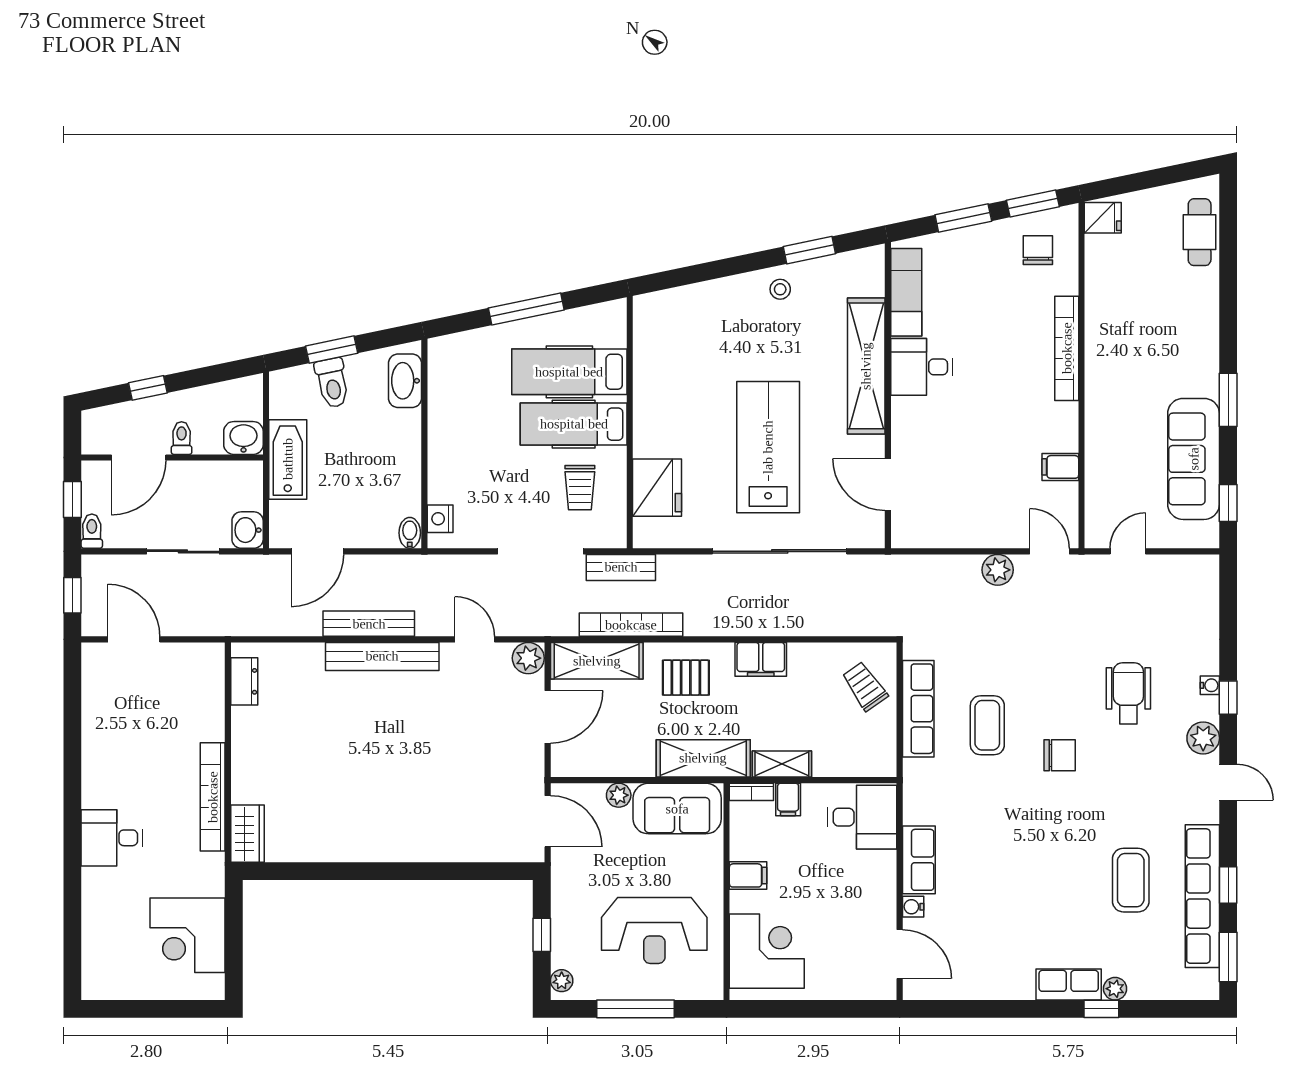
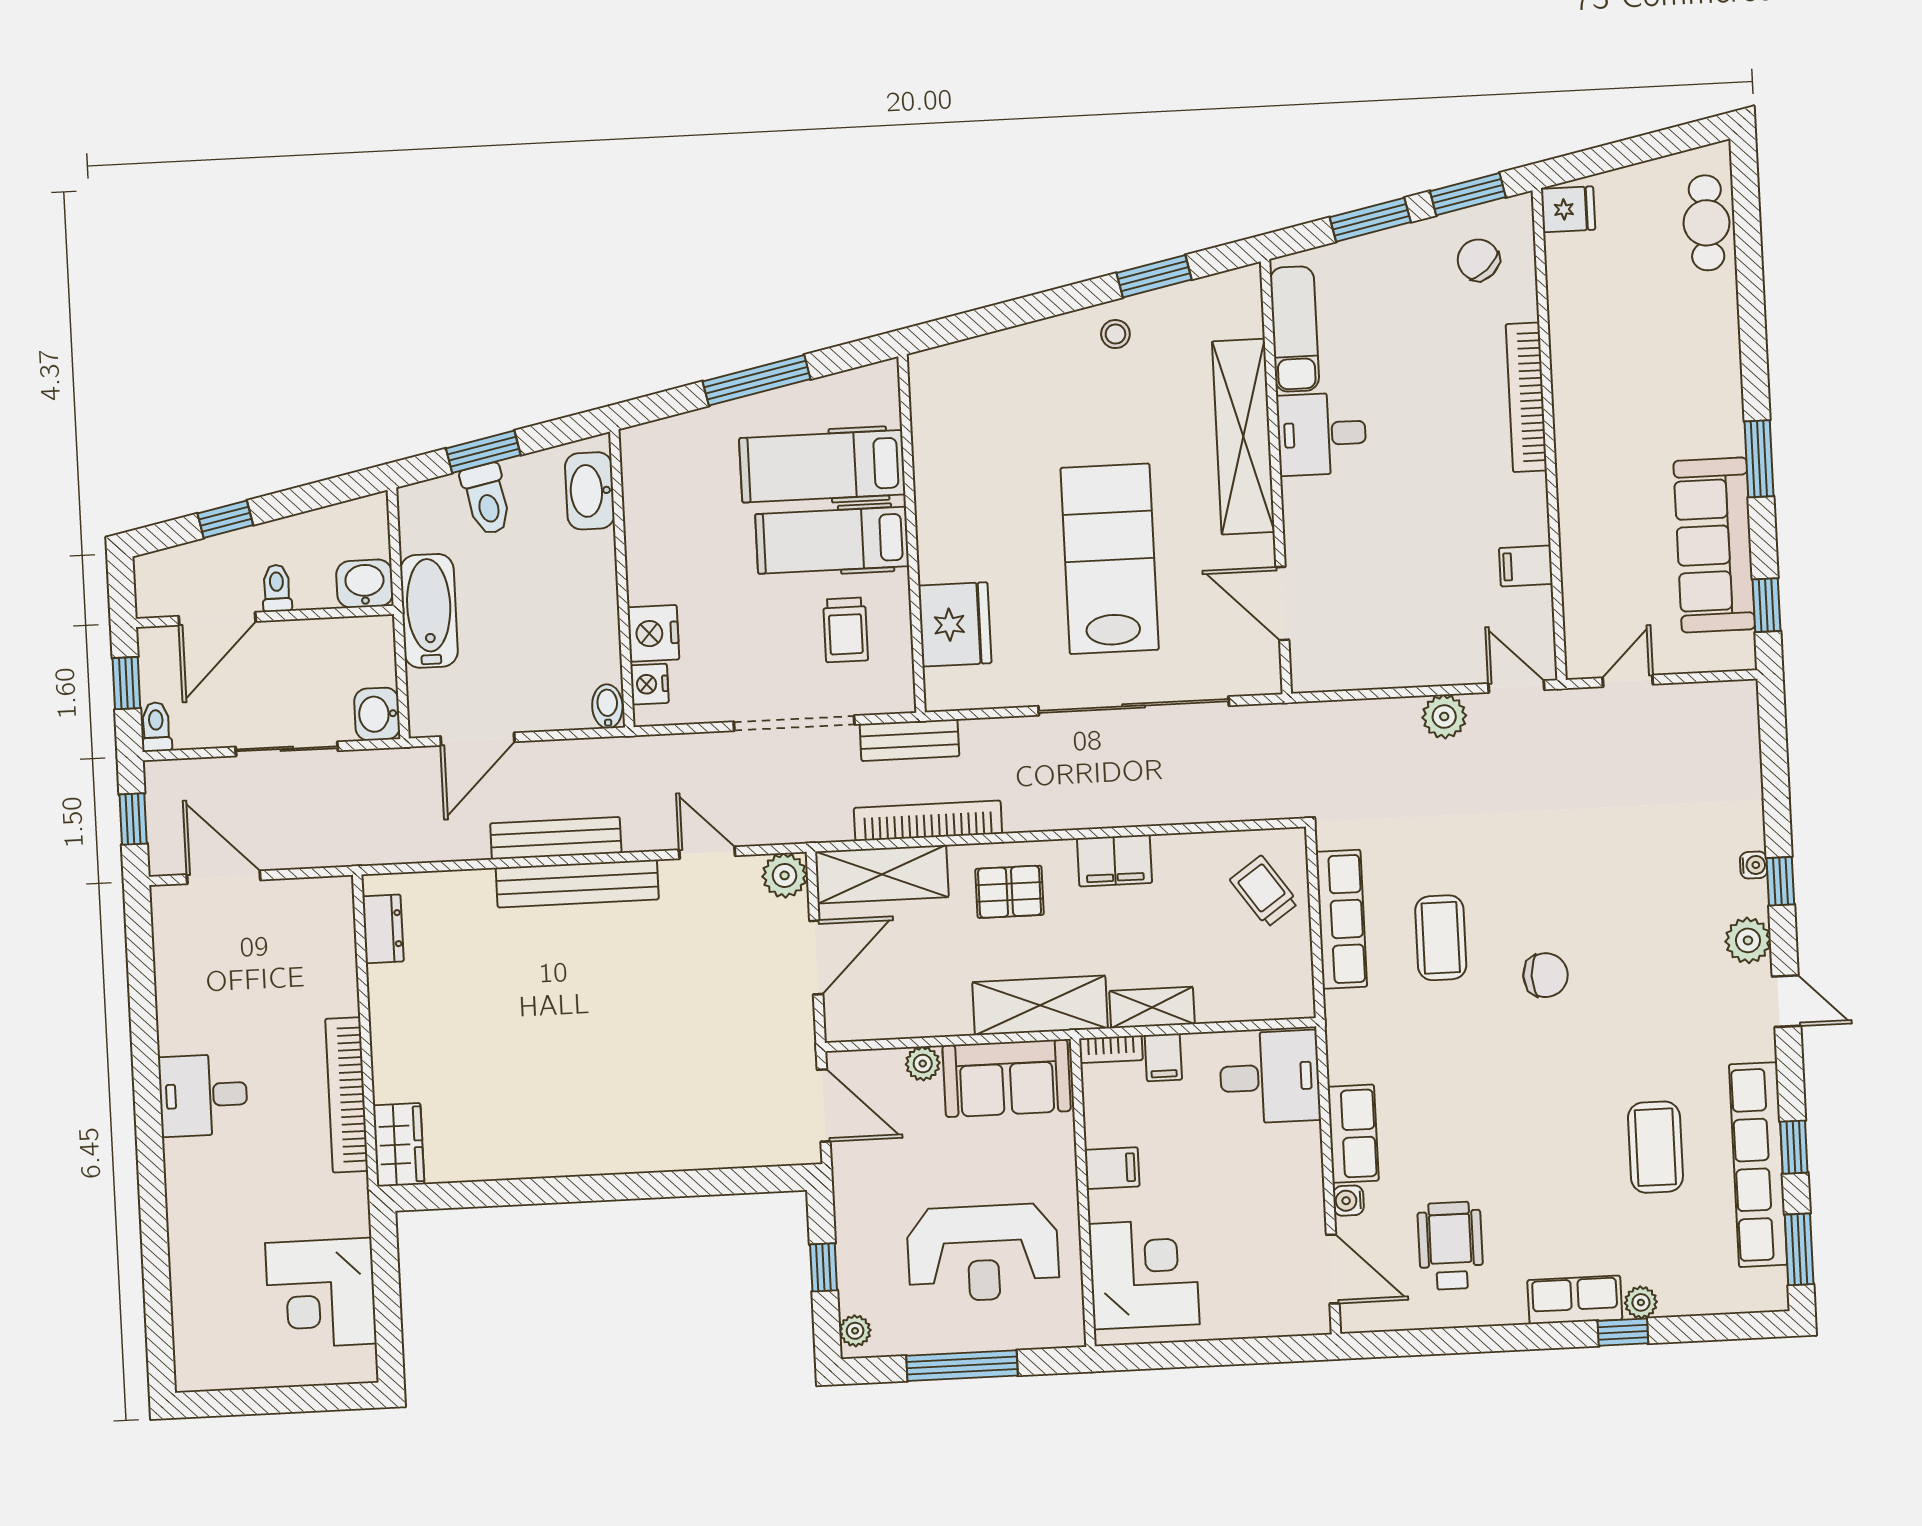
chair: (1038, 250) -> (1478, 260), turned -42
nightstand: (445, 483) -> (653, 633), added
wheelchair: (1128, 693) -> (1450, 1246), moved
desk: (112, 838) -> (203, 1095), moved

